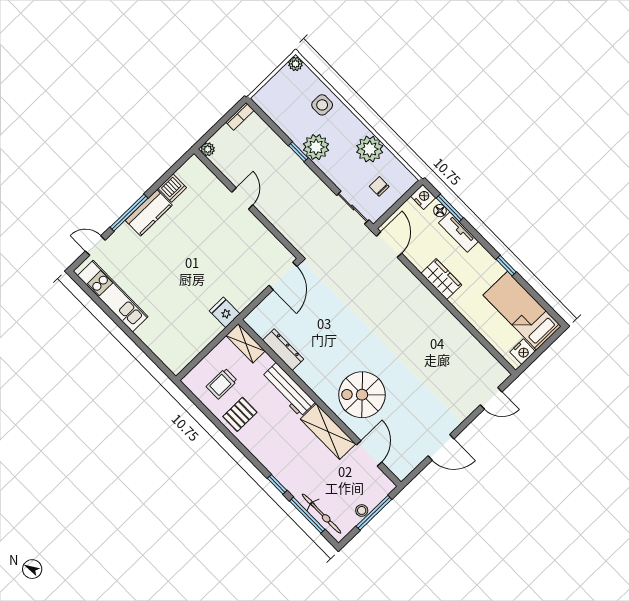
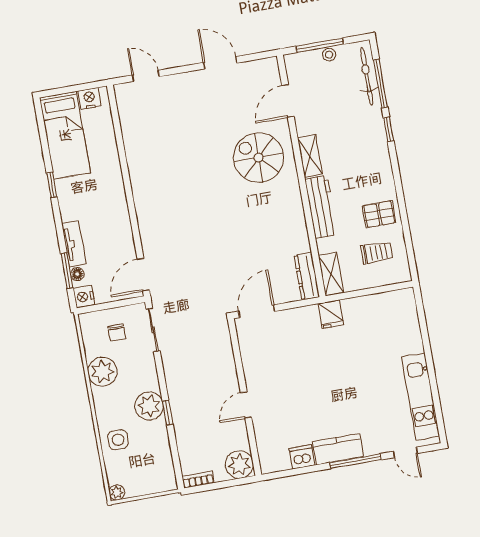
plant: (208, 149) -> (239, 464), width x1.87, depth x1.87
wardrobe: (441, 279) -> (118, 212), removed
dresser: (283, 350) -> (307, 276), moved
spiral stairs: (362, 395) -> (259, 158), turned 180
shelving: (328, 432) -> (310, 156), width x0.67, depth x0.75

